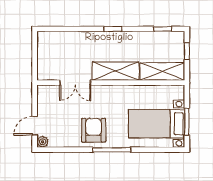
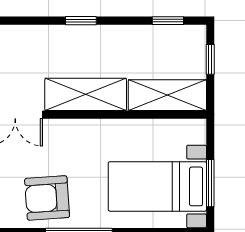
armchair: (94, 130) -> (47, 198), turned -94

